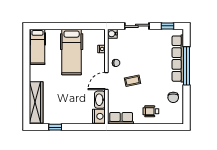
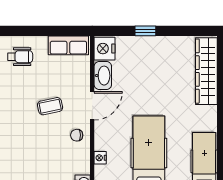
window: (55, 127) -> (145, 31), moved

